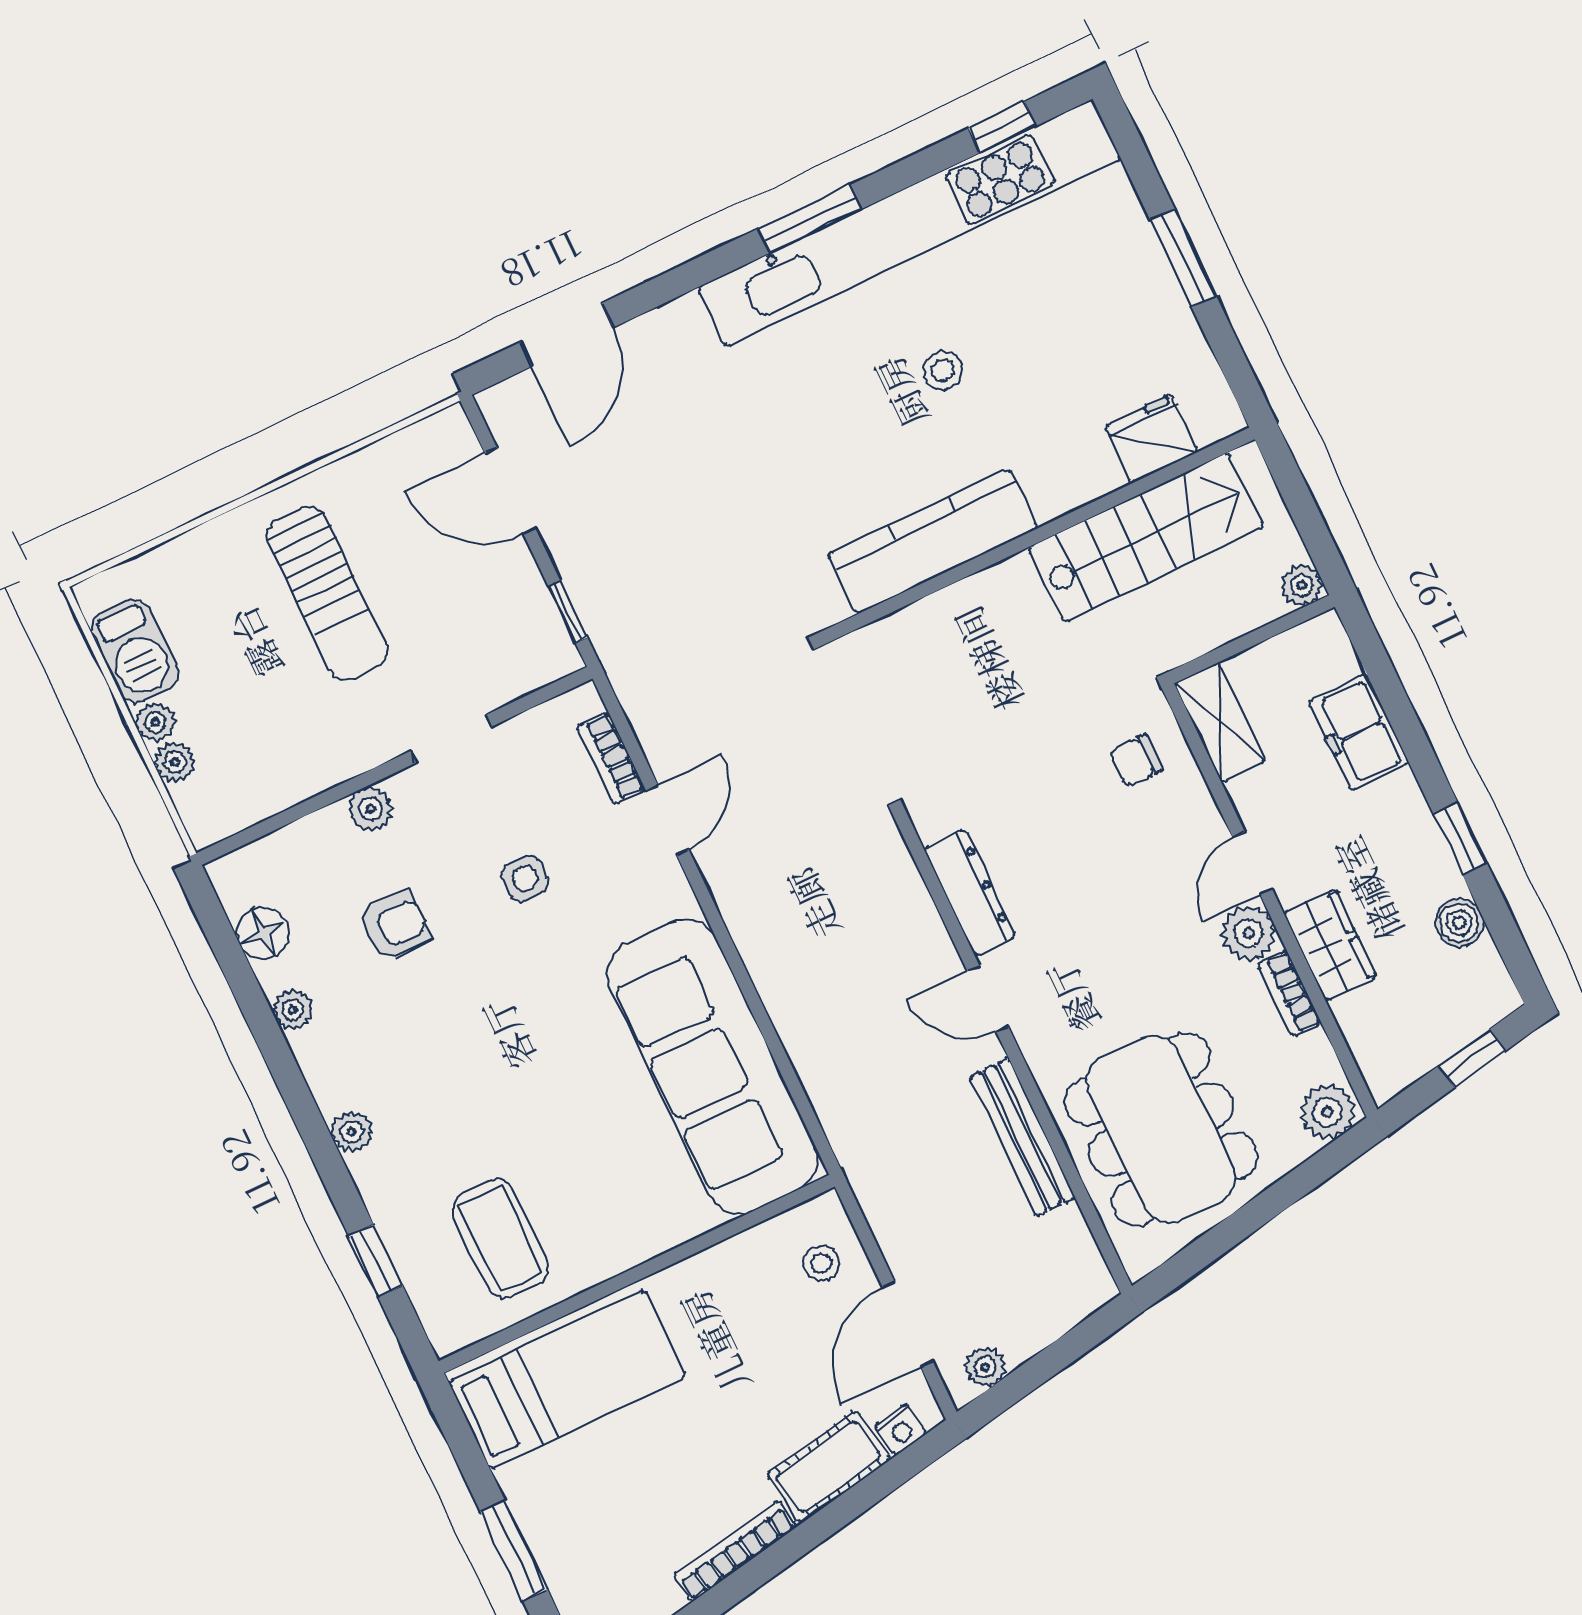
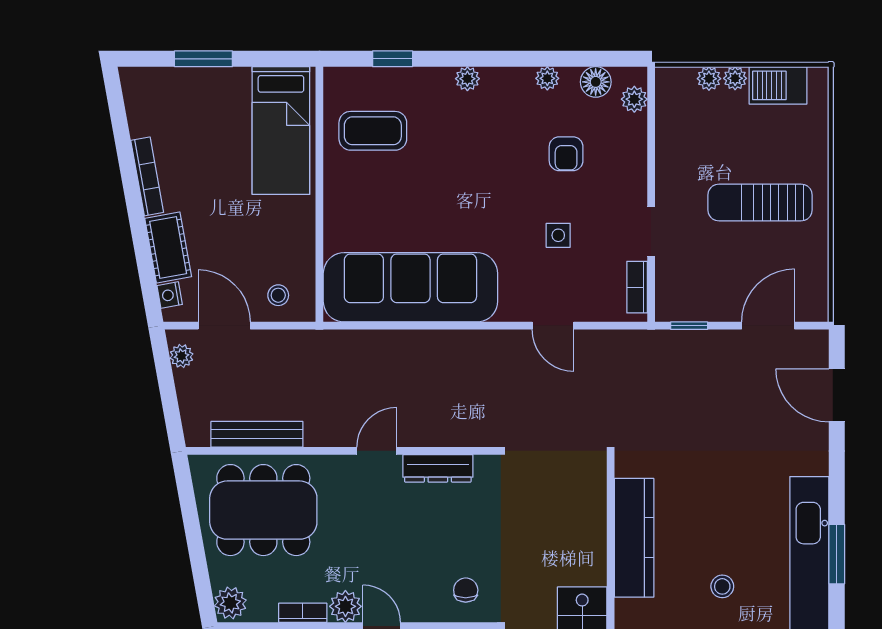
bookcase: (611, 758) -> (637, 287), moved, turned -90
plant: (371, 809) -> (634, 99), moved
bench: (1022, 1137) -> (257, 434), moved

